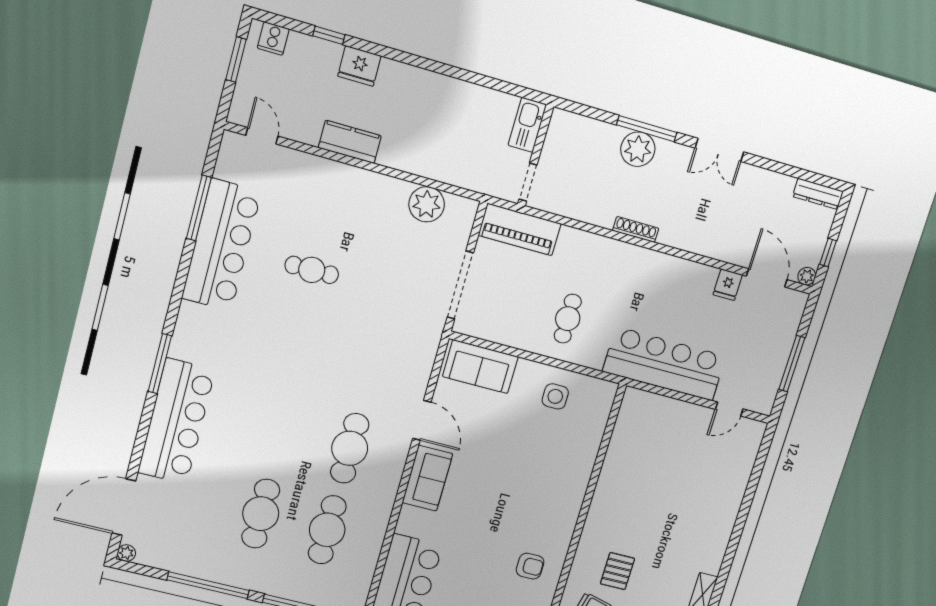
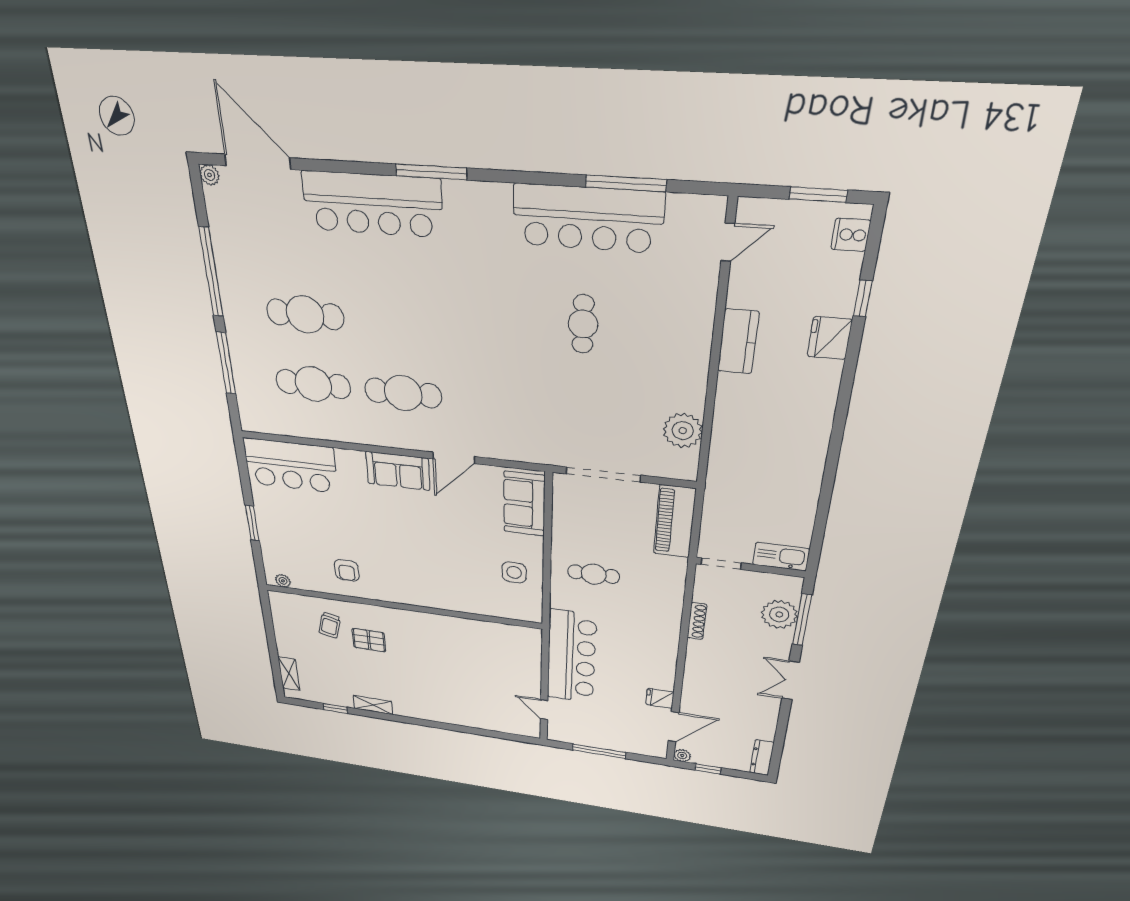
kitchen sink: (527, 125) -> (781, 557), moved
wall: (536, 155) -> (750, 567), moved
doorway: (528, 182) -> (721, 564), moved

